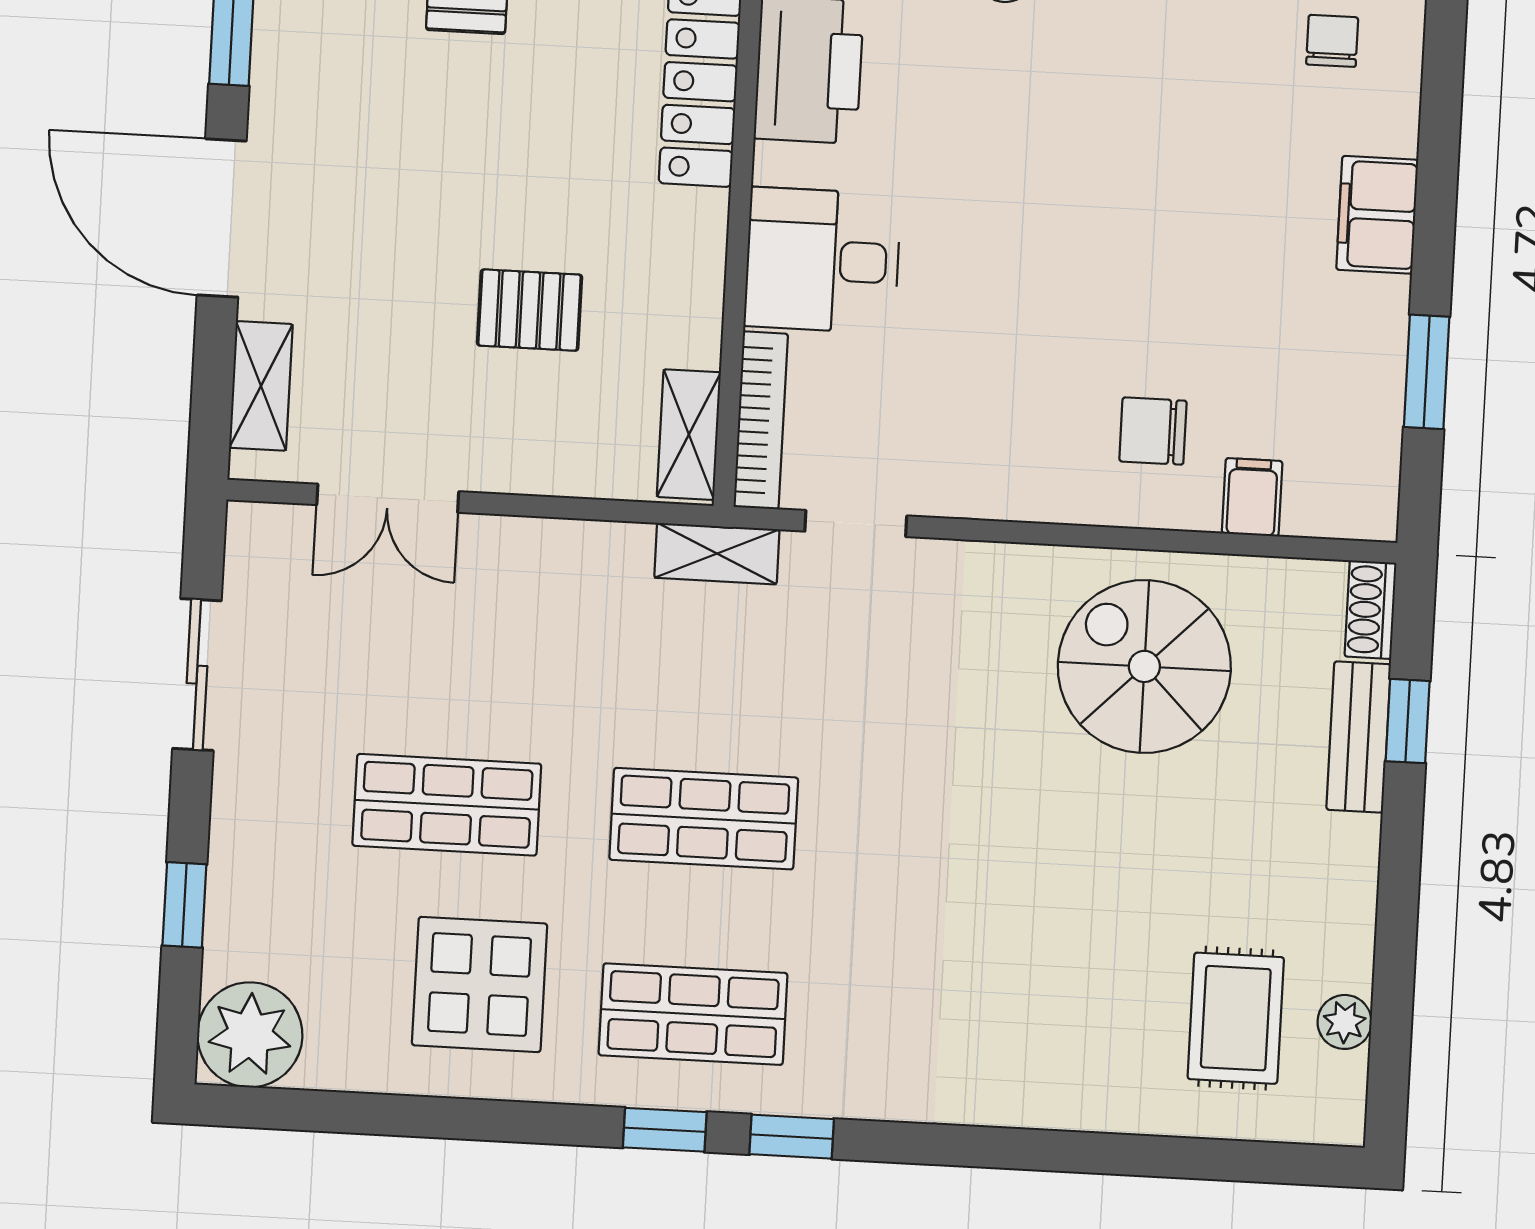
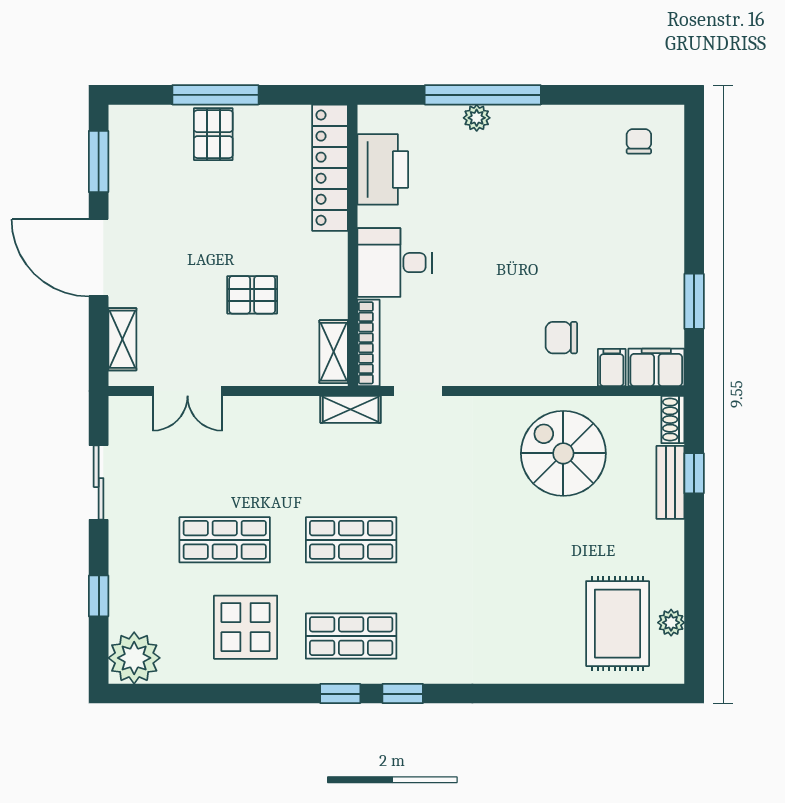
filing cabinet: (1377, 215) -> (656, 367), moved, turned 90
rug: (1236, 1018) -> (618, 624), width x1.36, depth x1.43

